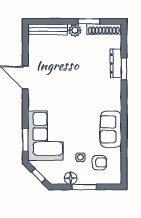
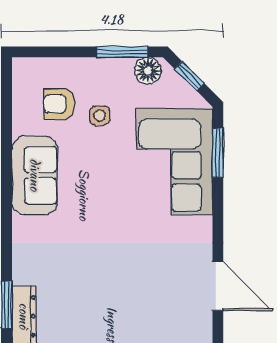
floor lamp: (71, 178) -> (148, 71), moved
window: (84, 187) -> (122, 52), moved

